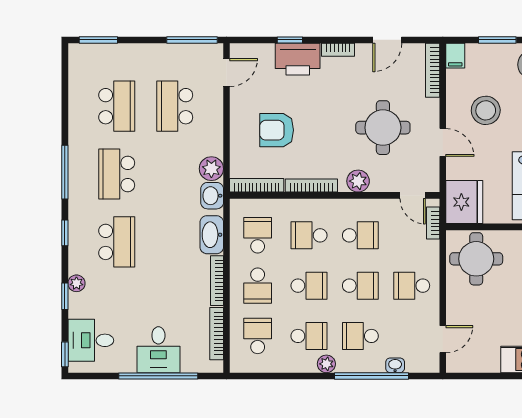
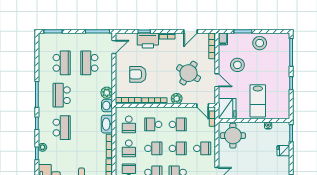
round table: (383, 128) -> (188, 73), turned 31
school desk: (258, 235) -> (129, 124), turned 180
school desk: (412, 286) -> (202, 148), turned 180

